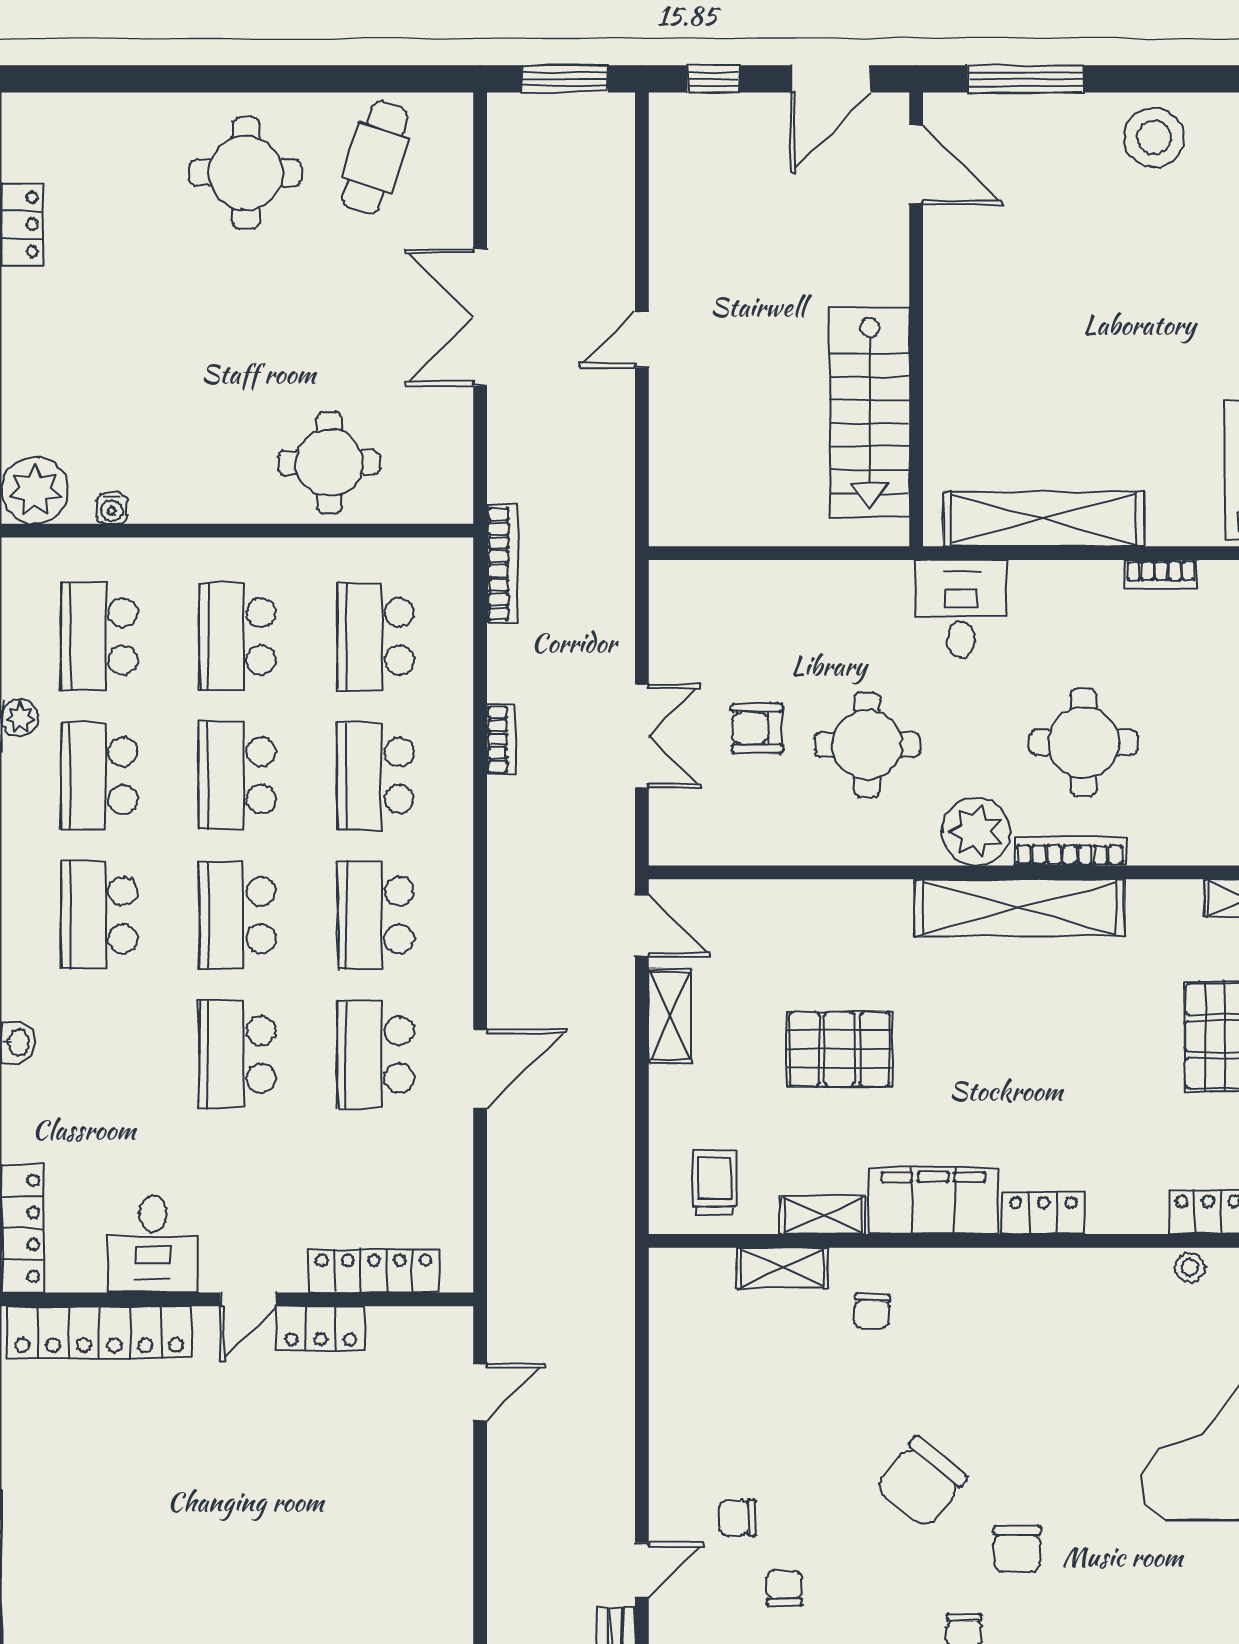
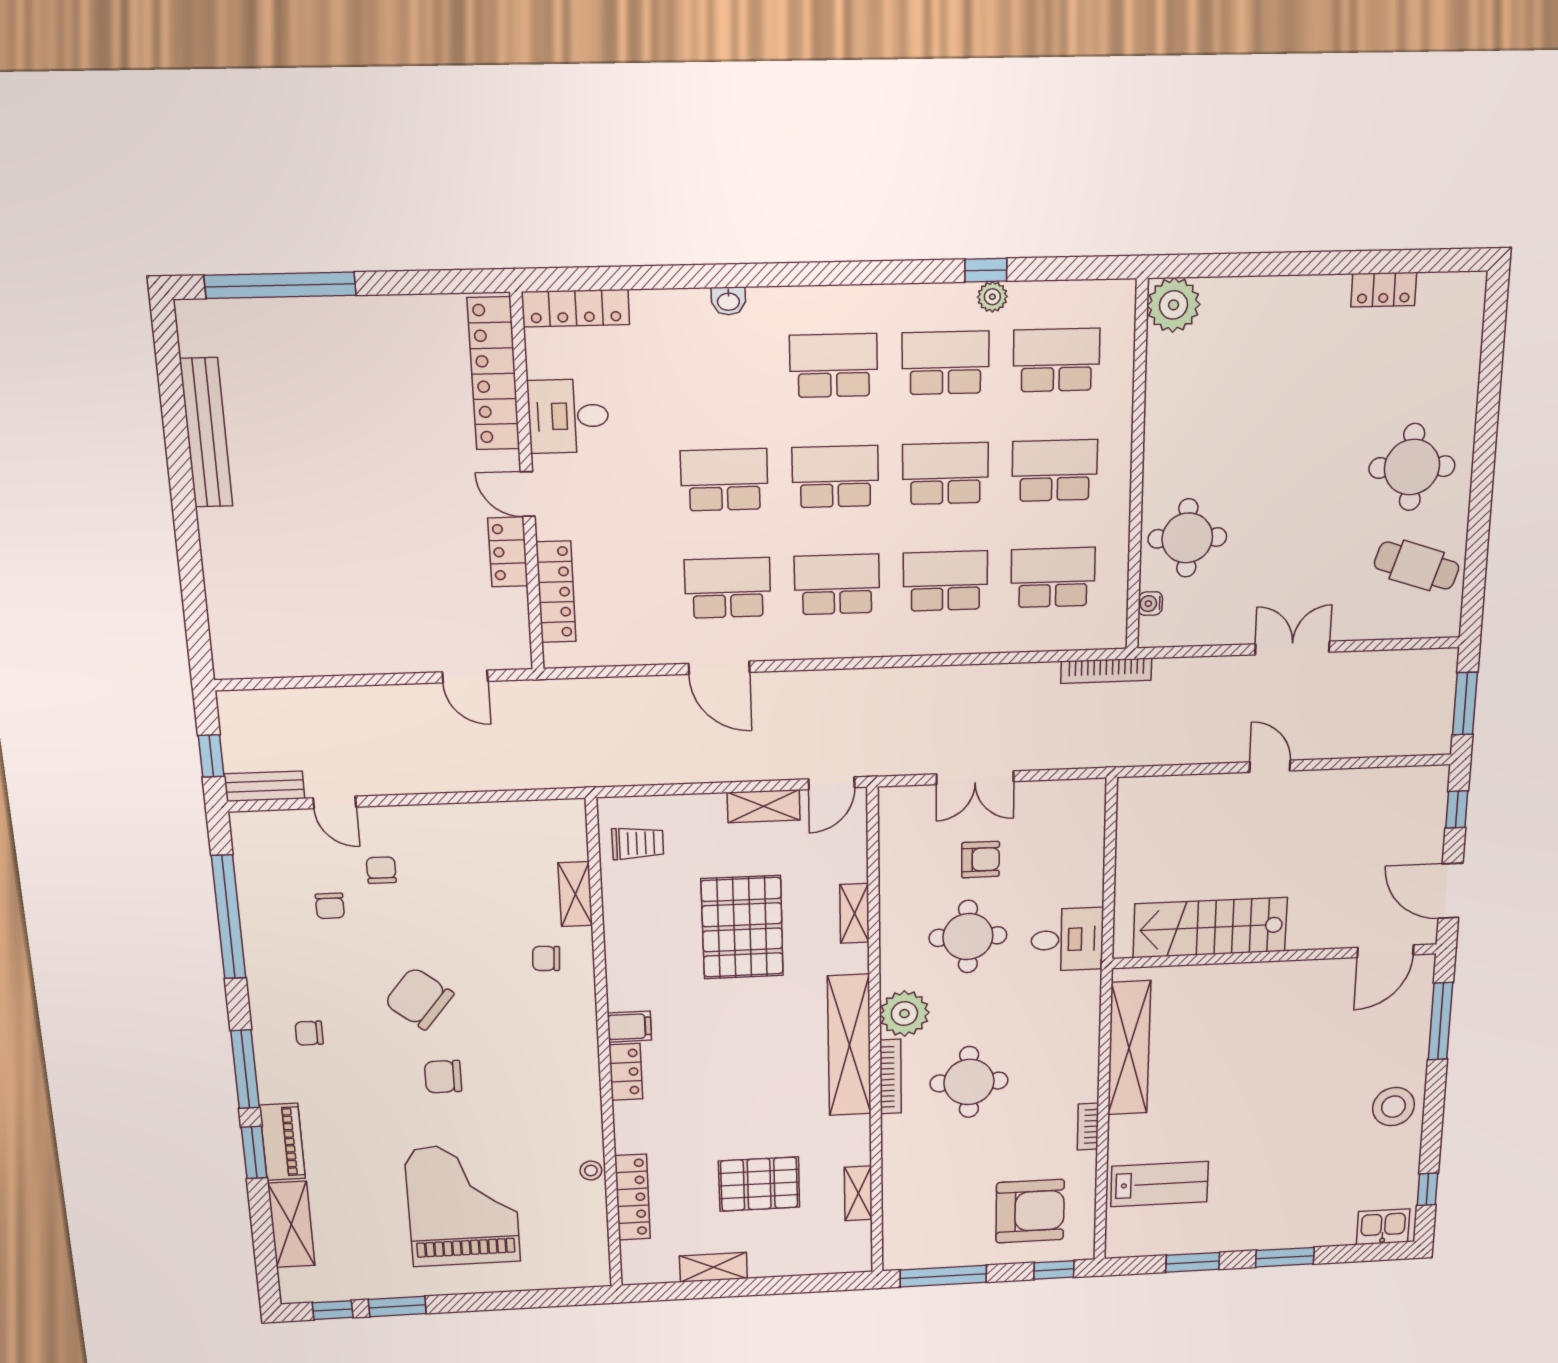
double door: (480, 317) -> (1292, 648), width x0.73
water cooler: (112, 508) -> (1150, 604), moved
desk: (961, 609) -> (1067, 940), moved
armchair: (757, 728) -> (980, 860), turned 90
bookcase: (501, 739) -> (973, 675), removed
pallet: (839, 1049) -> (742, 927), width x1.37, depth x1.41
filing cabinet: (933, 1201) -> (629, 1027), width x0.33, depth x0.86
shelving: (823, 1215) -> (854, 913), moved
chair: (1017, 1549) -> (443, 1077), moved
chair: (784, 1588) -> (330, 906), turned 90

